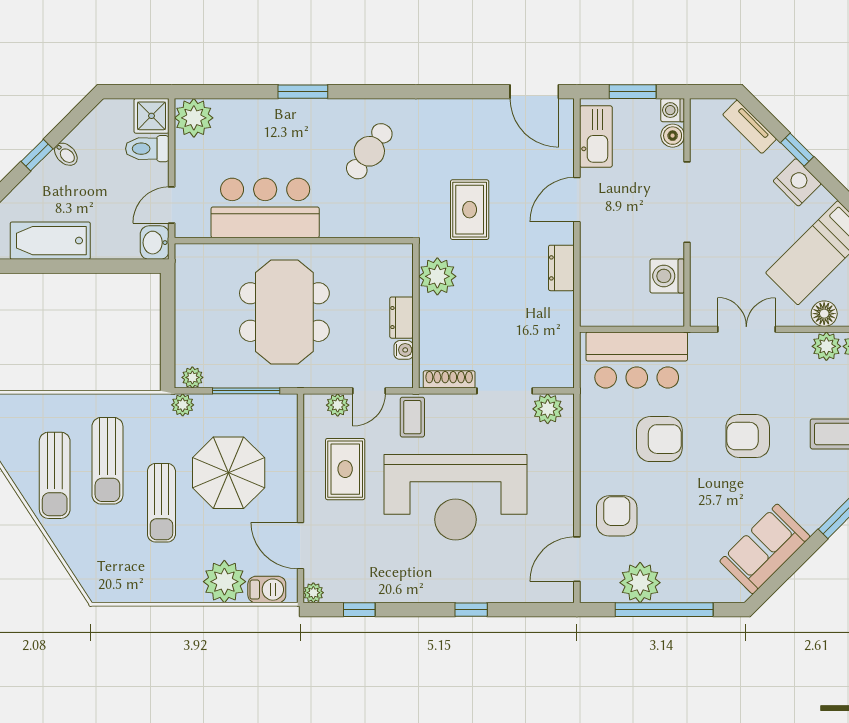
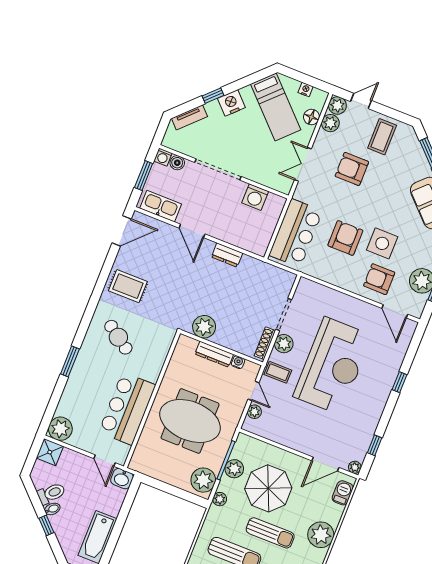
toilet: (147, 149) -> (51, 493), moved, turned -135
rug: (470, 210) -> (128, 286), moved
dresser: (402, 318) -> (214, 354), width x1.44
plant: (192, 377) -> (203, 480), width x1.87, depth x1.87
plant: (238, 409) -> (234, 469), added
plant: (548, 409) -> (284, 344), moved
armchair: (748, 436) -> (352, 169), moved, turned 90
rug: (345, 469) -> (292, 422), removed
side table: (673, 499) -> (382, 243), added
plant: (224, 582) -> (321, 535), moved

